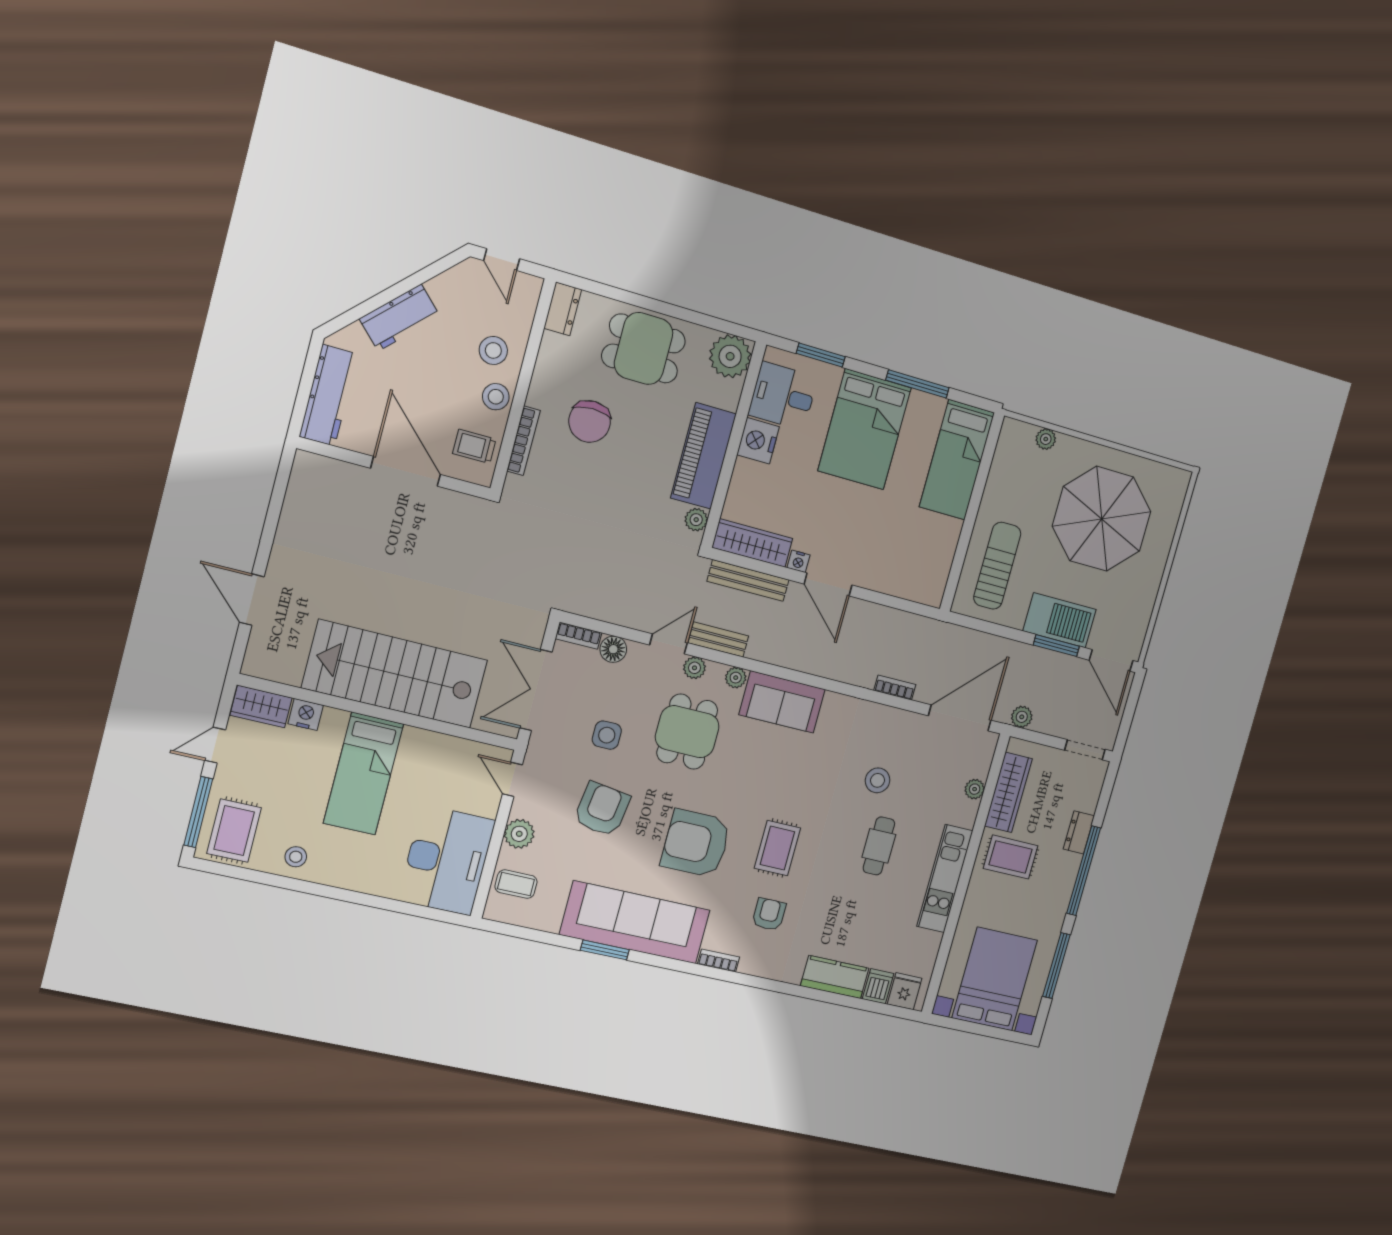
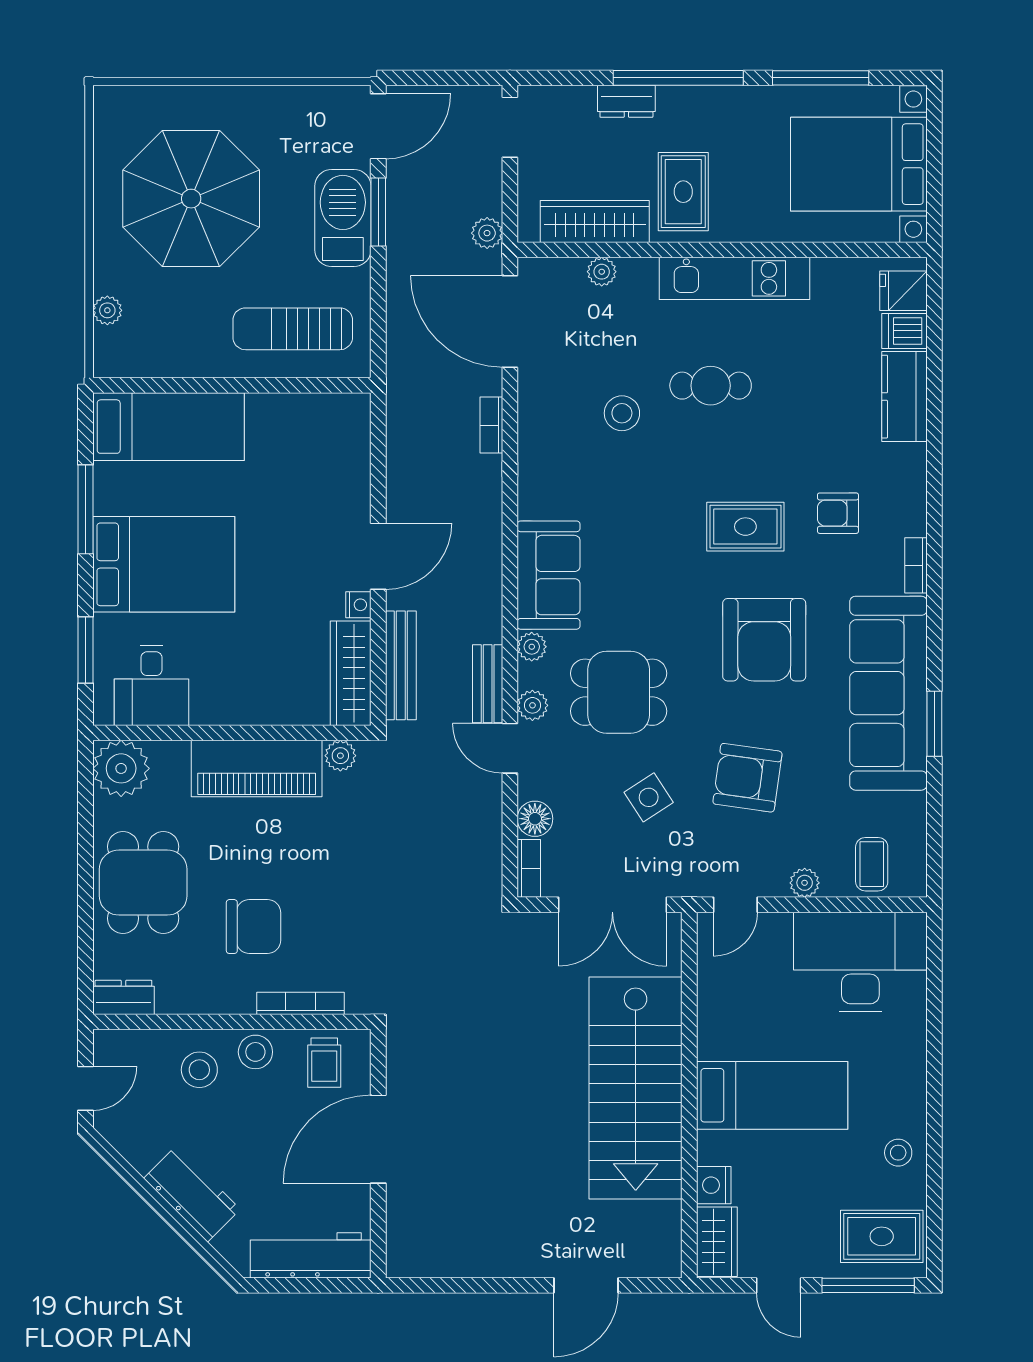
nightstand: (758, 441) -> (218, 702), removed
side table: (607, 735) -> (649, 797), turned -33
plant: (519, 834) -> (805, 883), width x0.73, depth x0.73

